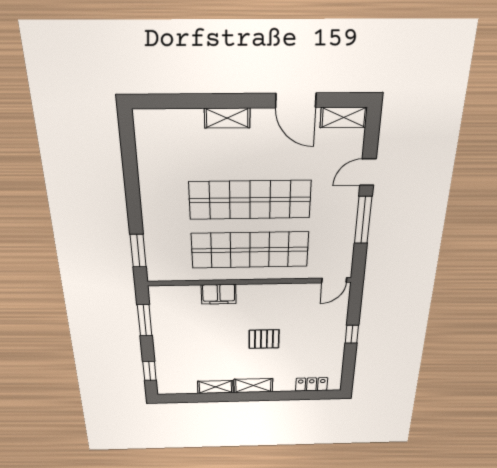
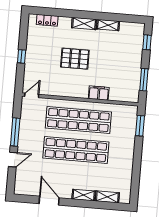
shelving: (344, 117) -> (107, 197), moved
pallet: (264, 339) -> (75, 59), width x1.50, depth x1.42

